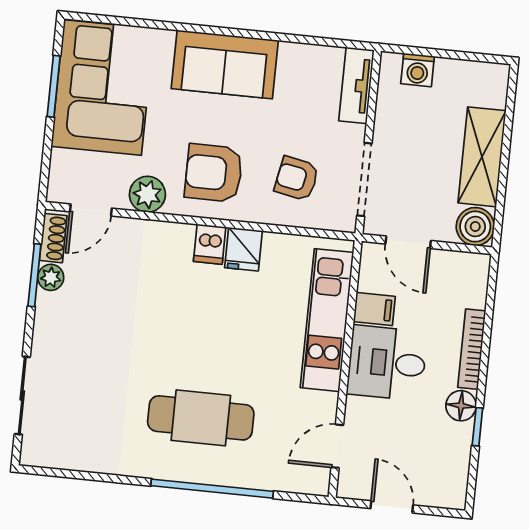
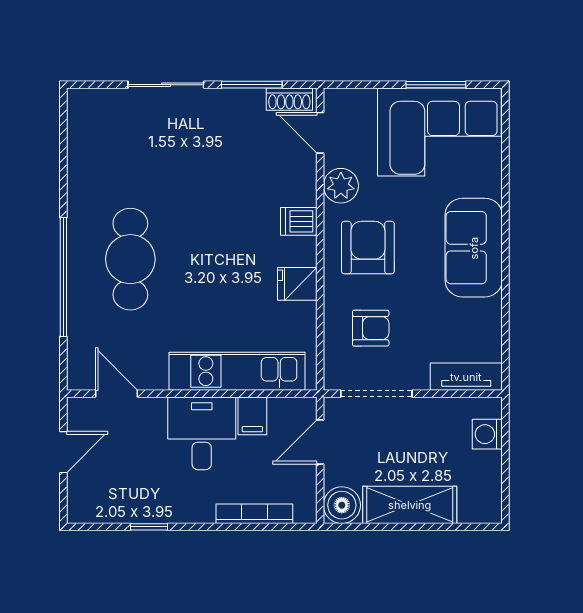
armchair: (297, 178) -> (371, 328), turned 79
dishwasher: (210, 244) -> (299, 221), moved
plant: (51, 277) -> (251, 101), removed
bookcase: (472, 349) -> (254, 514), moved
sliding door: (22, 395) -> (166, 85), moved
floor lamp: (461, 406) -> (168, 509), removed

